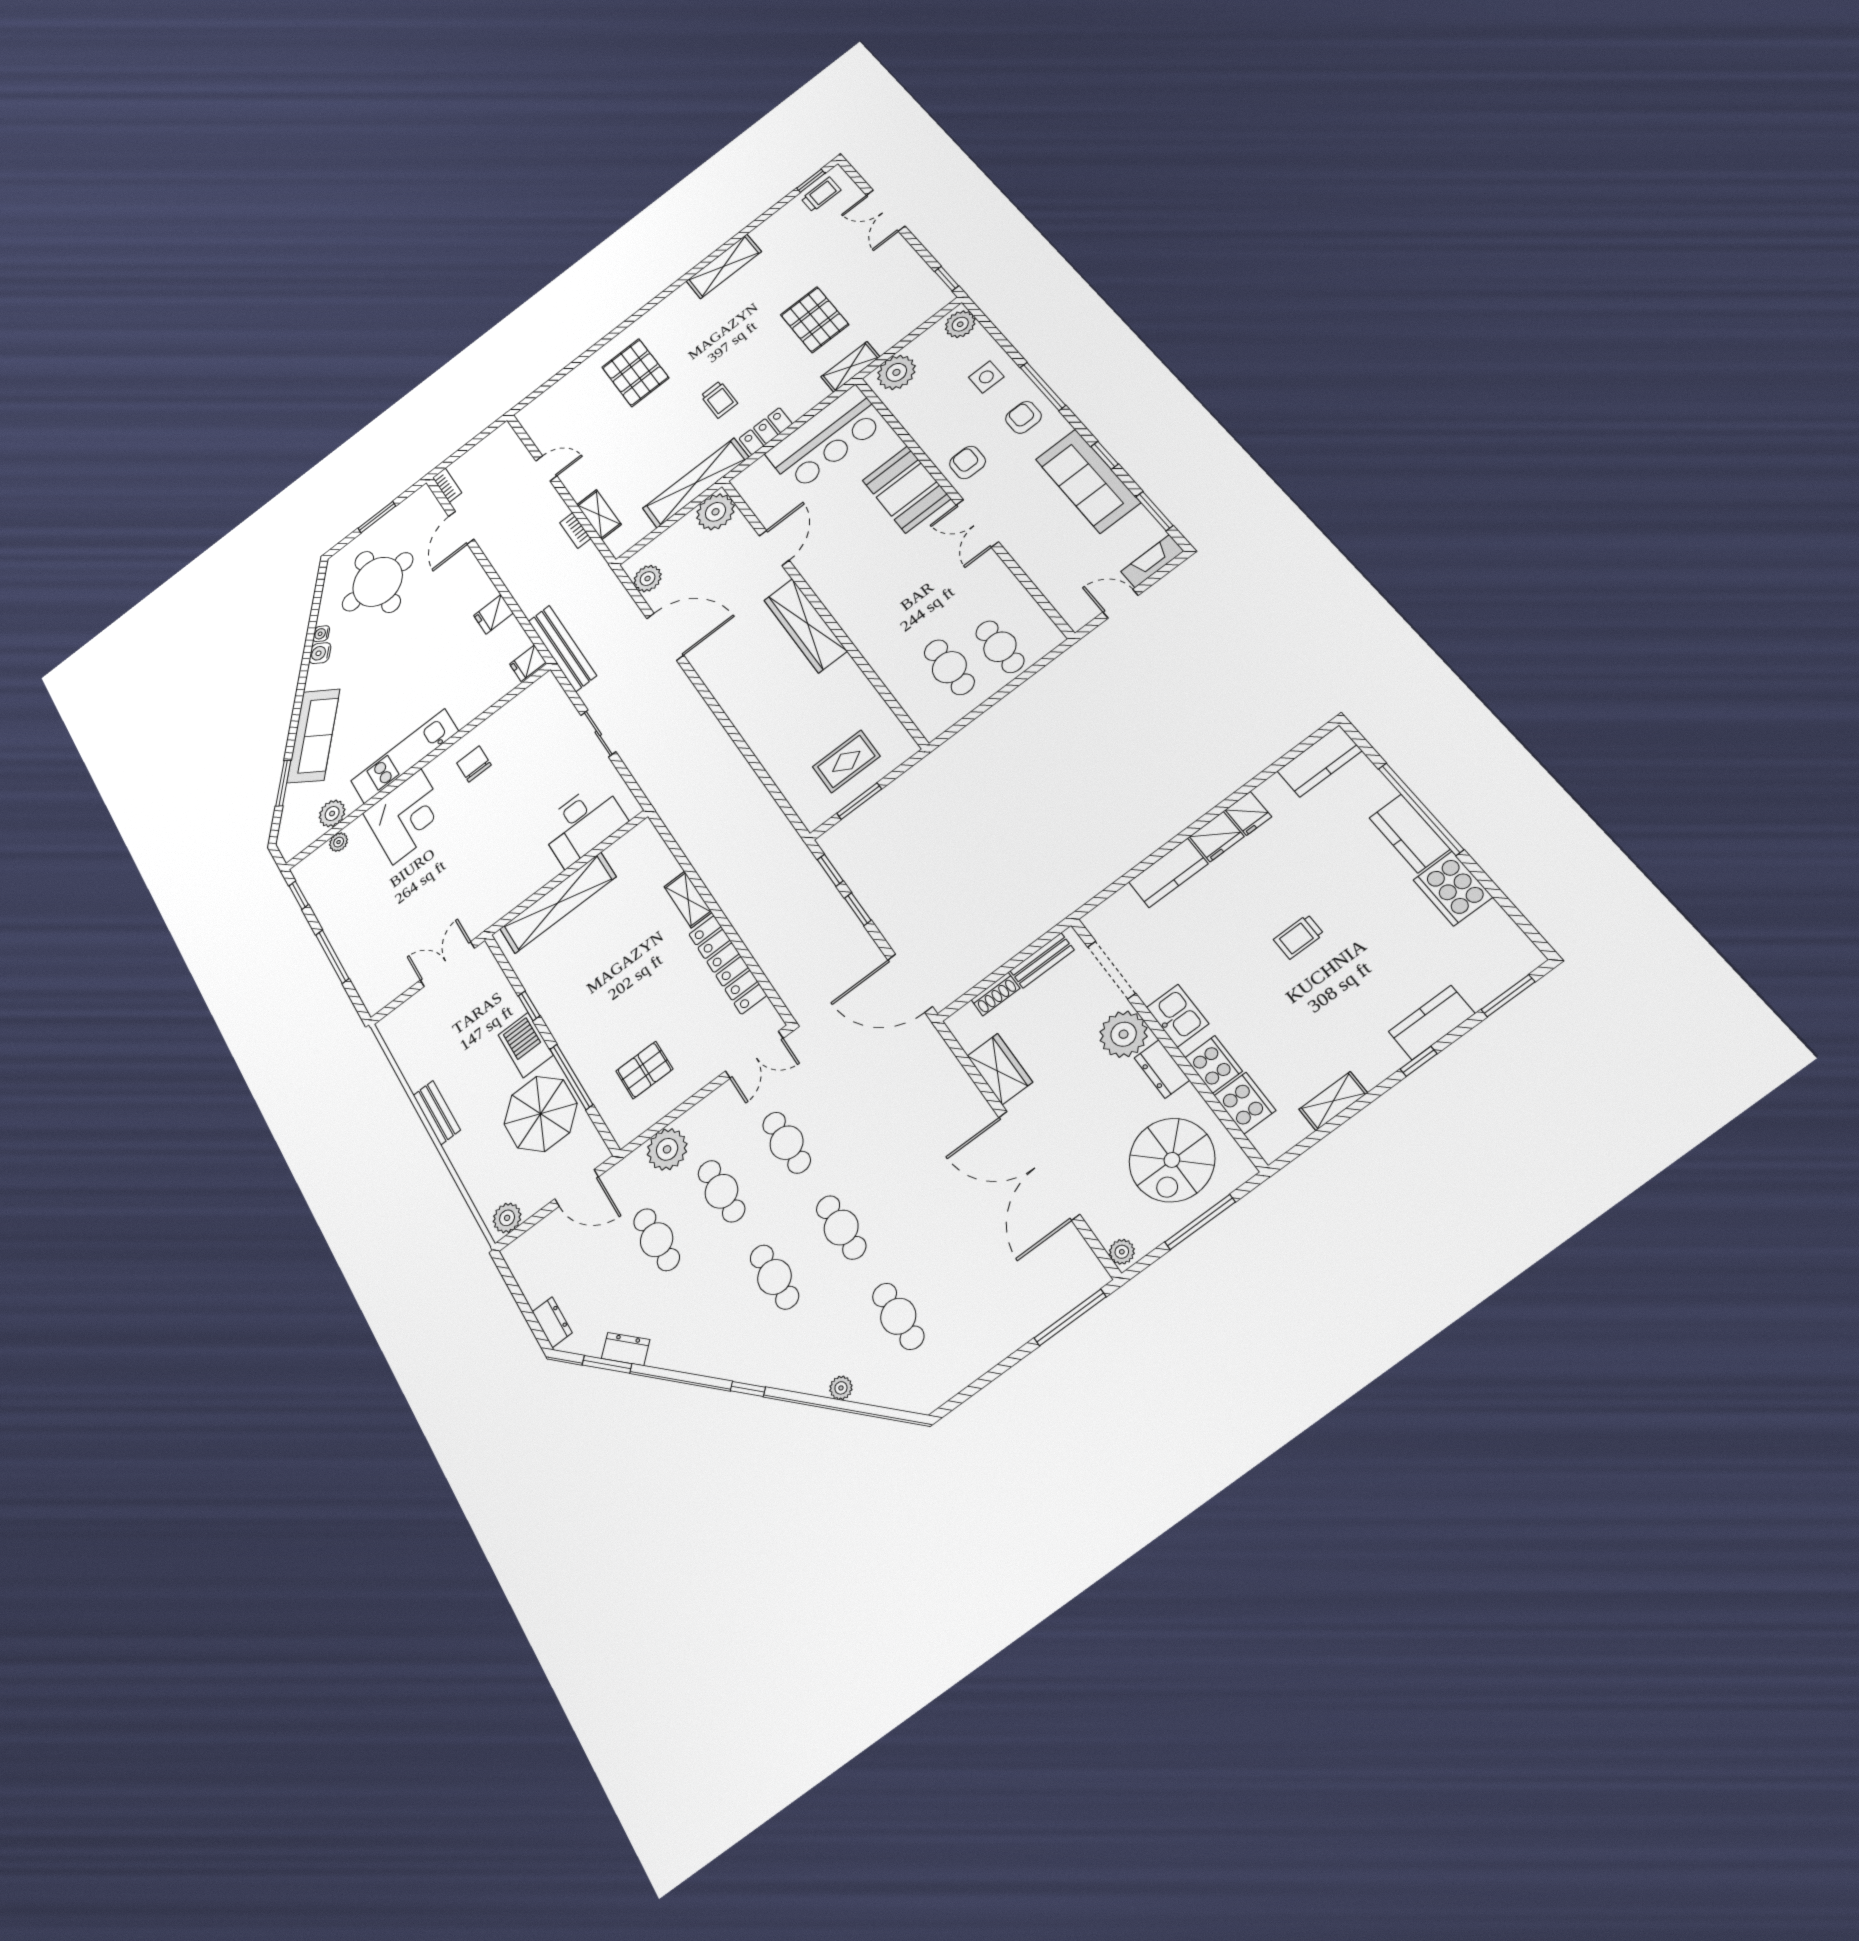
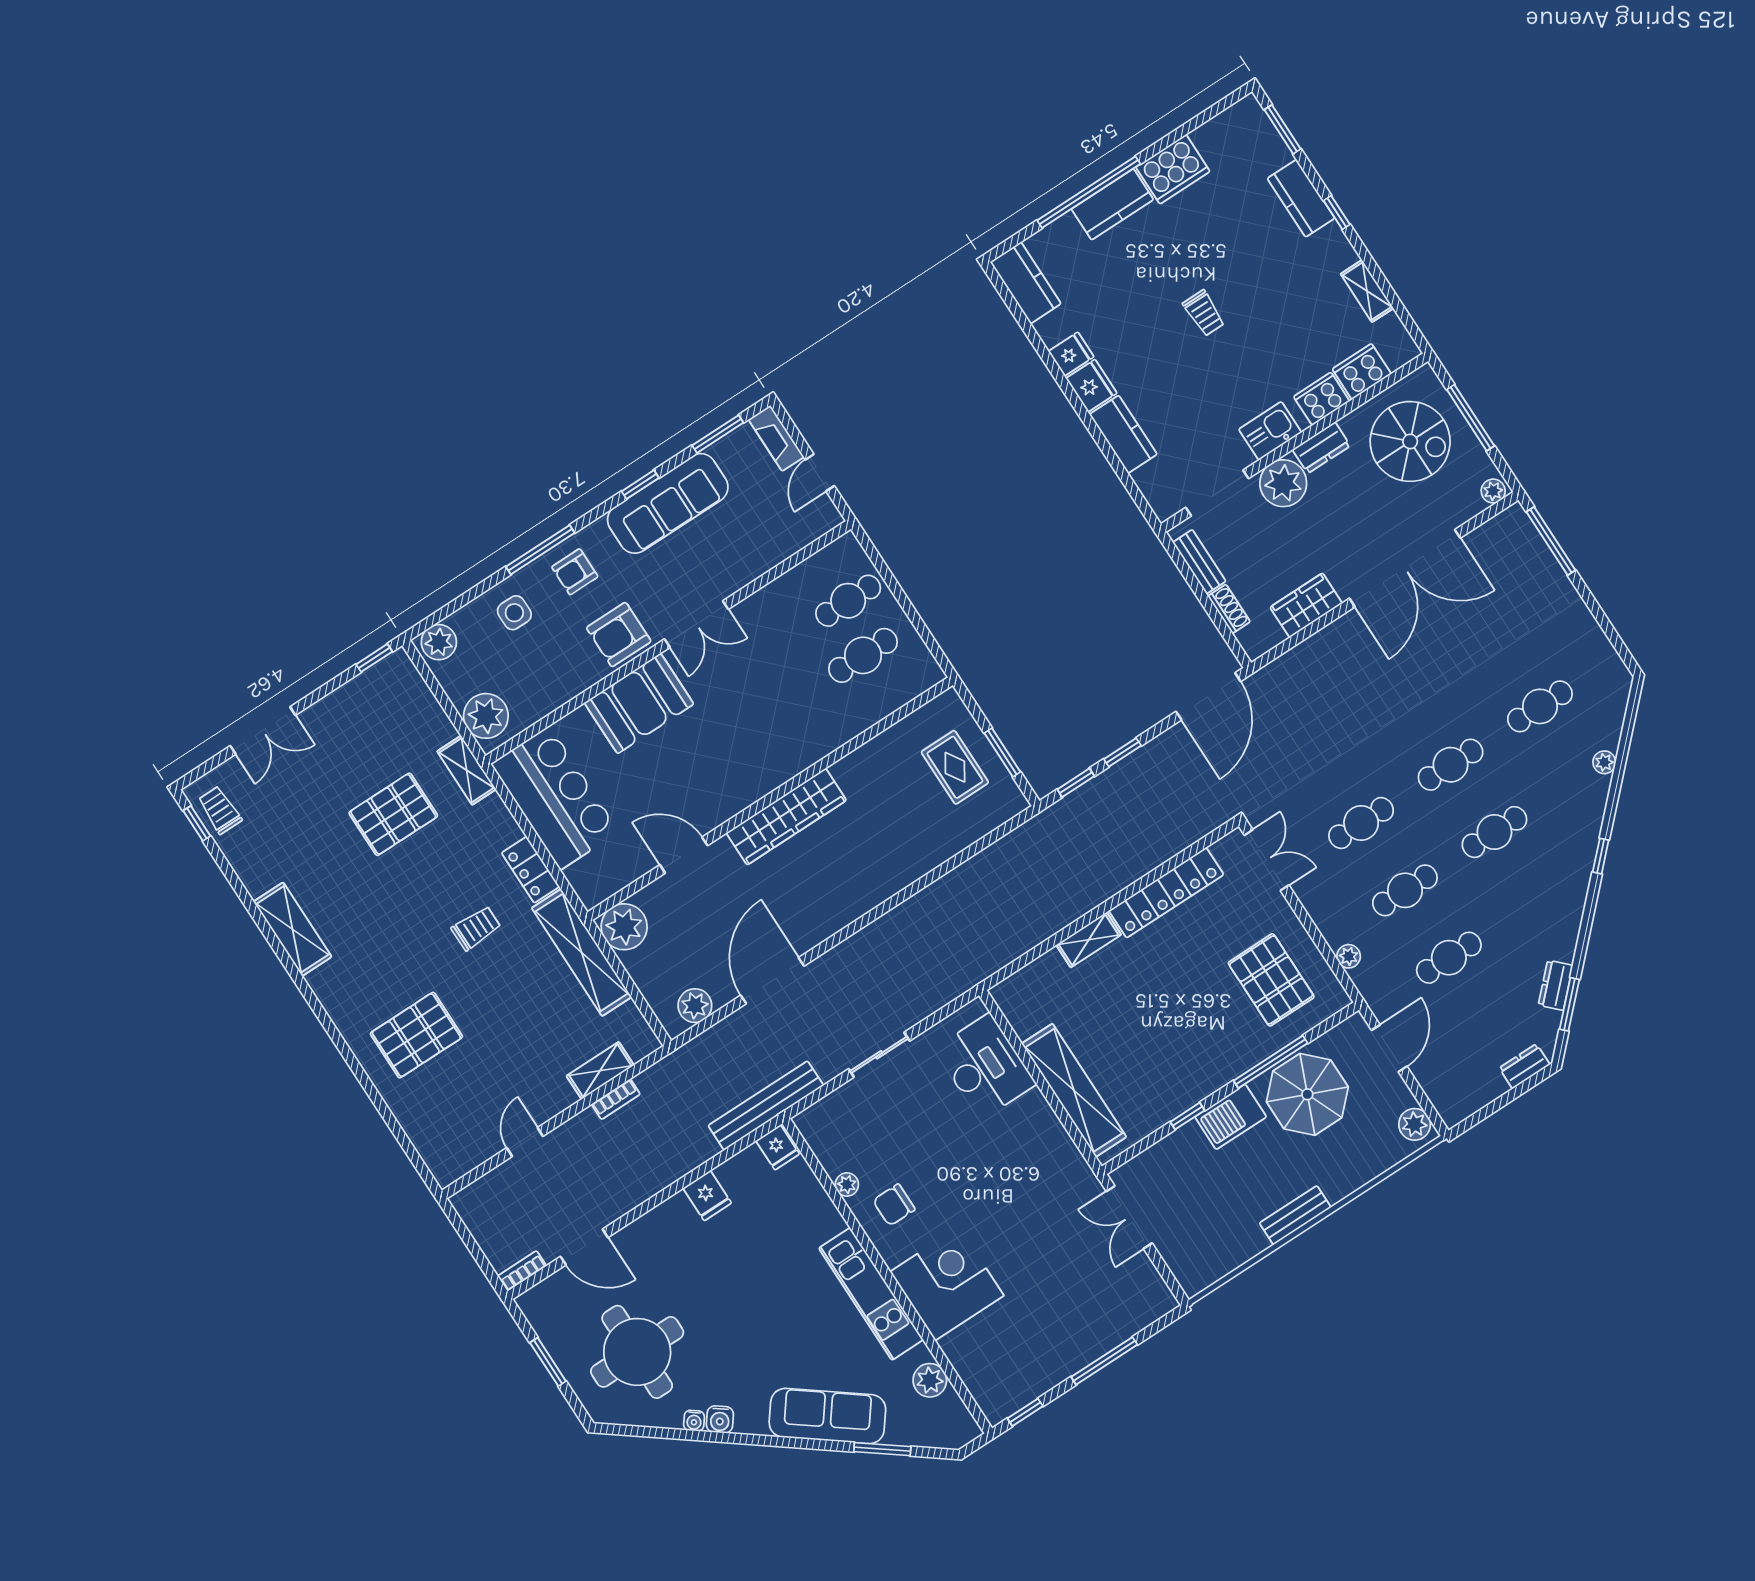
armchair: (968, 462) -> (619, 635), width x1.38, depth x1.38
plant: (339, 842) -> (847, 1185), moved
pallet: (644, 1070) -> (1271, 980), width x1.50, depth x1.42
plant: (667, 1149) -> (1349, 956), width x0.53, depth x0.53

